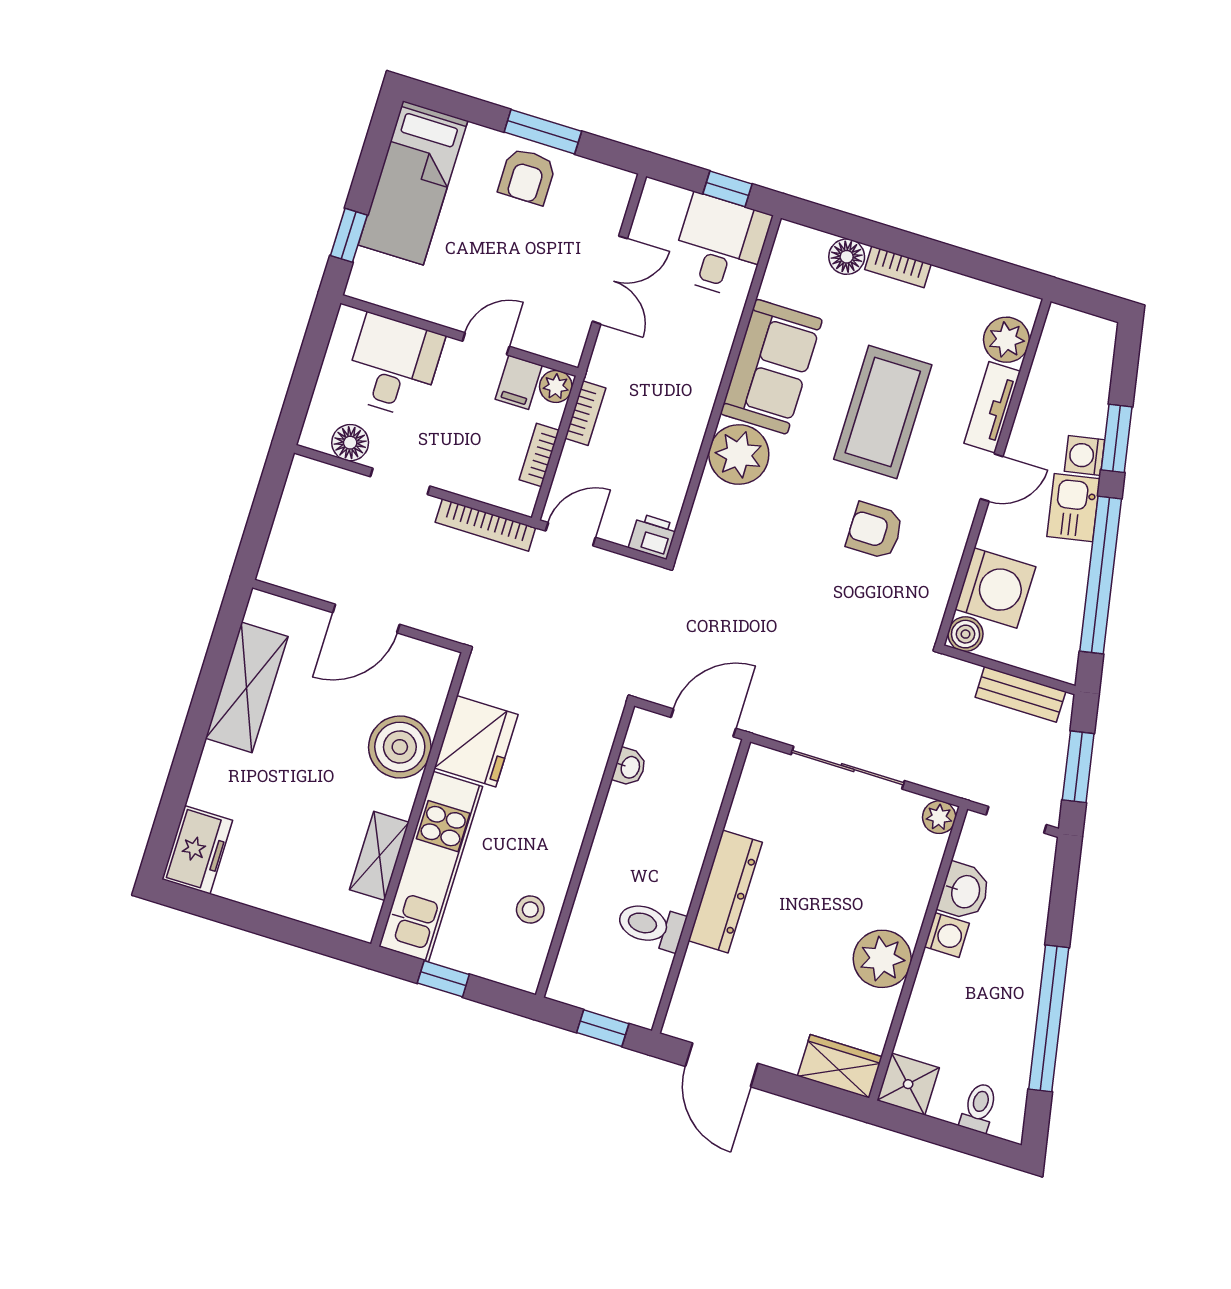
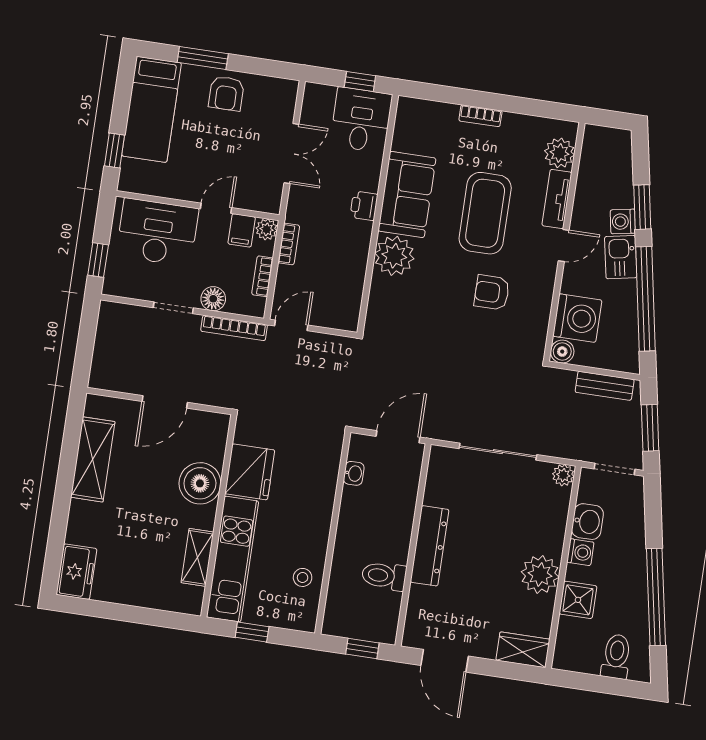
window: (543, 132) -> (203, 58), moved
floor lamp: (847, 257) -> (446, 114), removed
desk: (394, 366) -> (157, 232), width x1.37
window: (300, 394) -> (98, 260), added
floor lamp: (350, 443) -> (213, 299), moved
printer: (653, 536) -> (364, 206), moved, turned -90
shower: (908, 1084) -> (578, 600), moved
toilet: (979, 1108) -> (616, 656), width x1.37, depth x1.39

